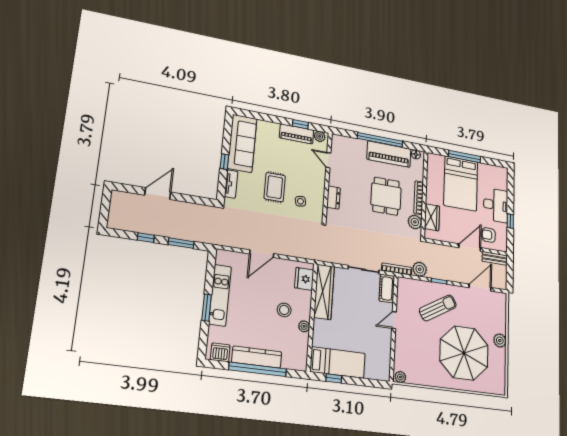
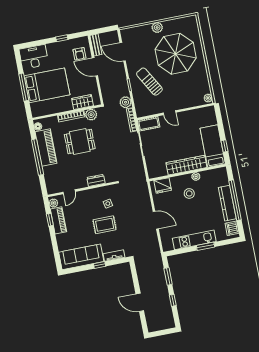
desk: (496, 205) -> (34, 57), moved
wardrobe: (324, 292) -> (186, 165), moved

